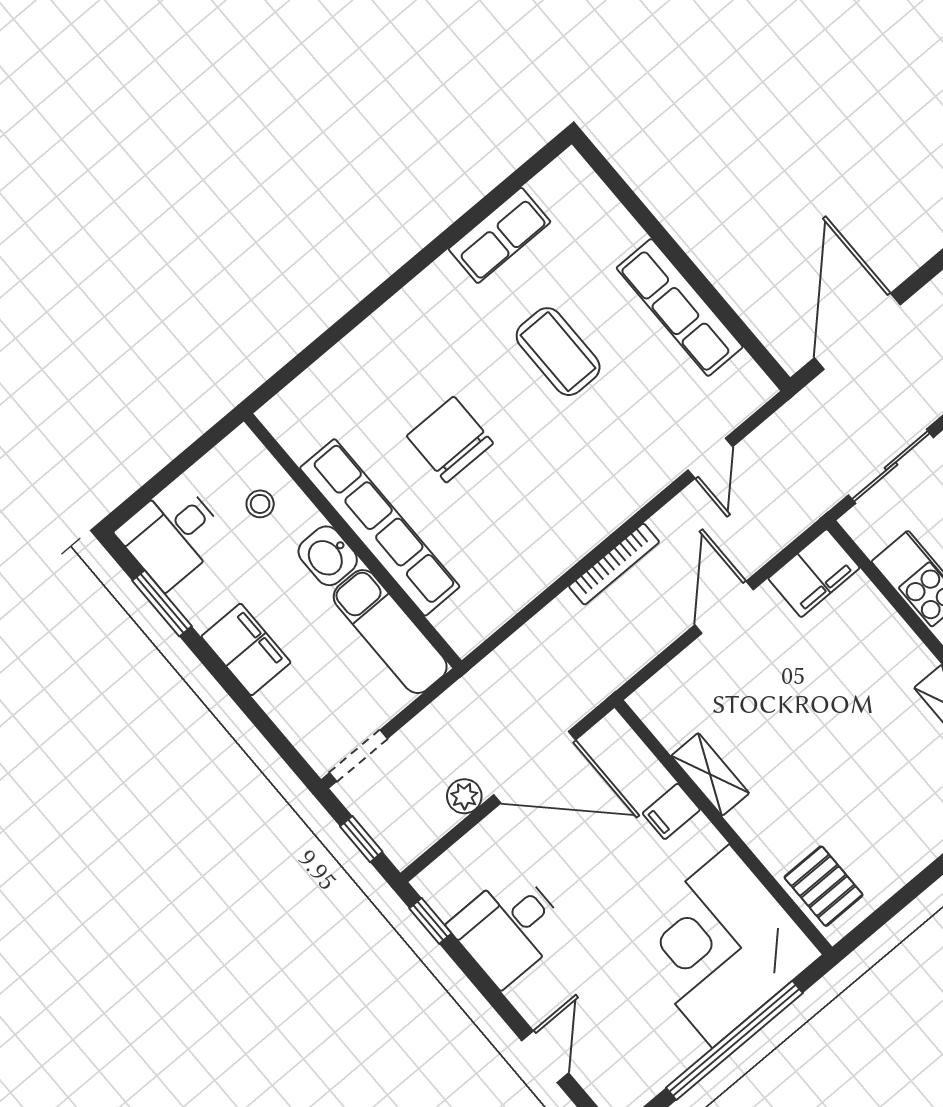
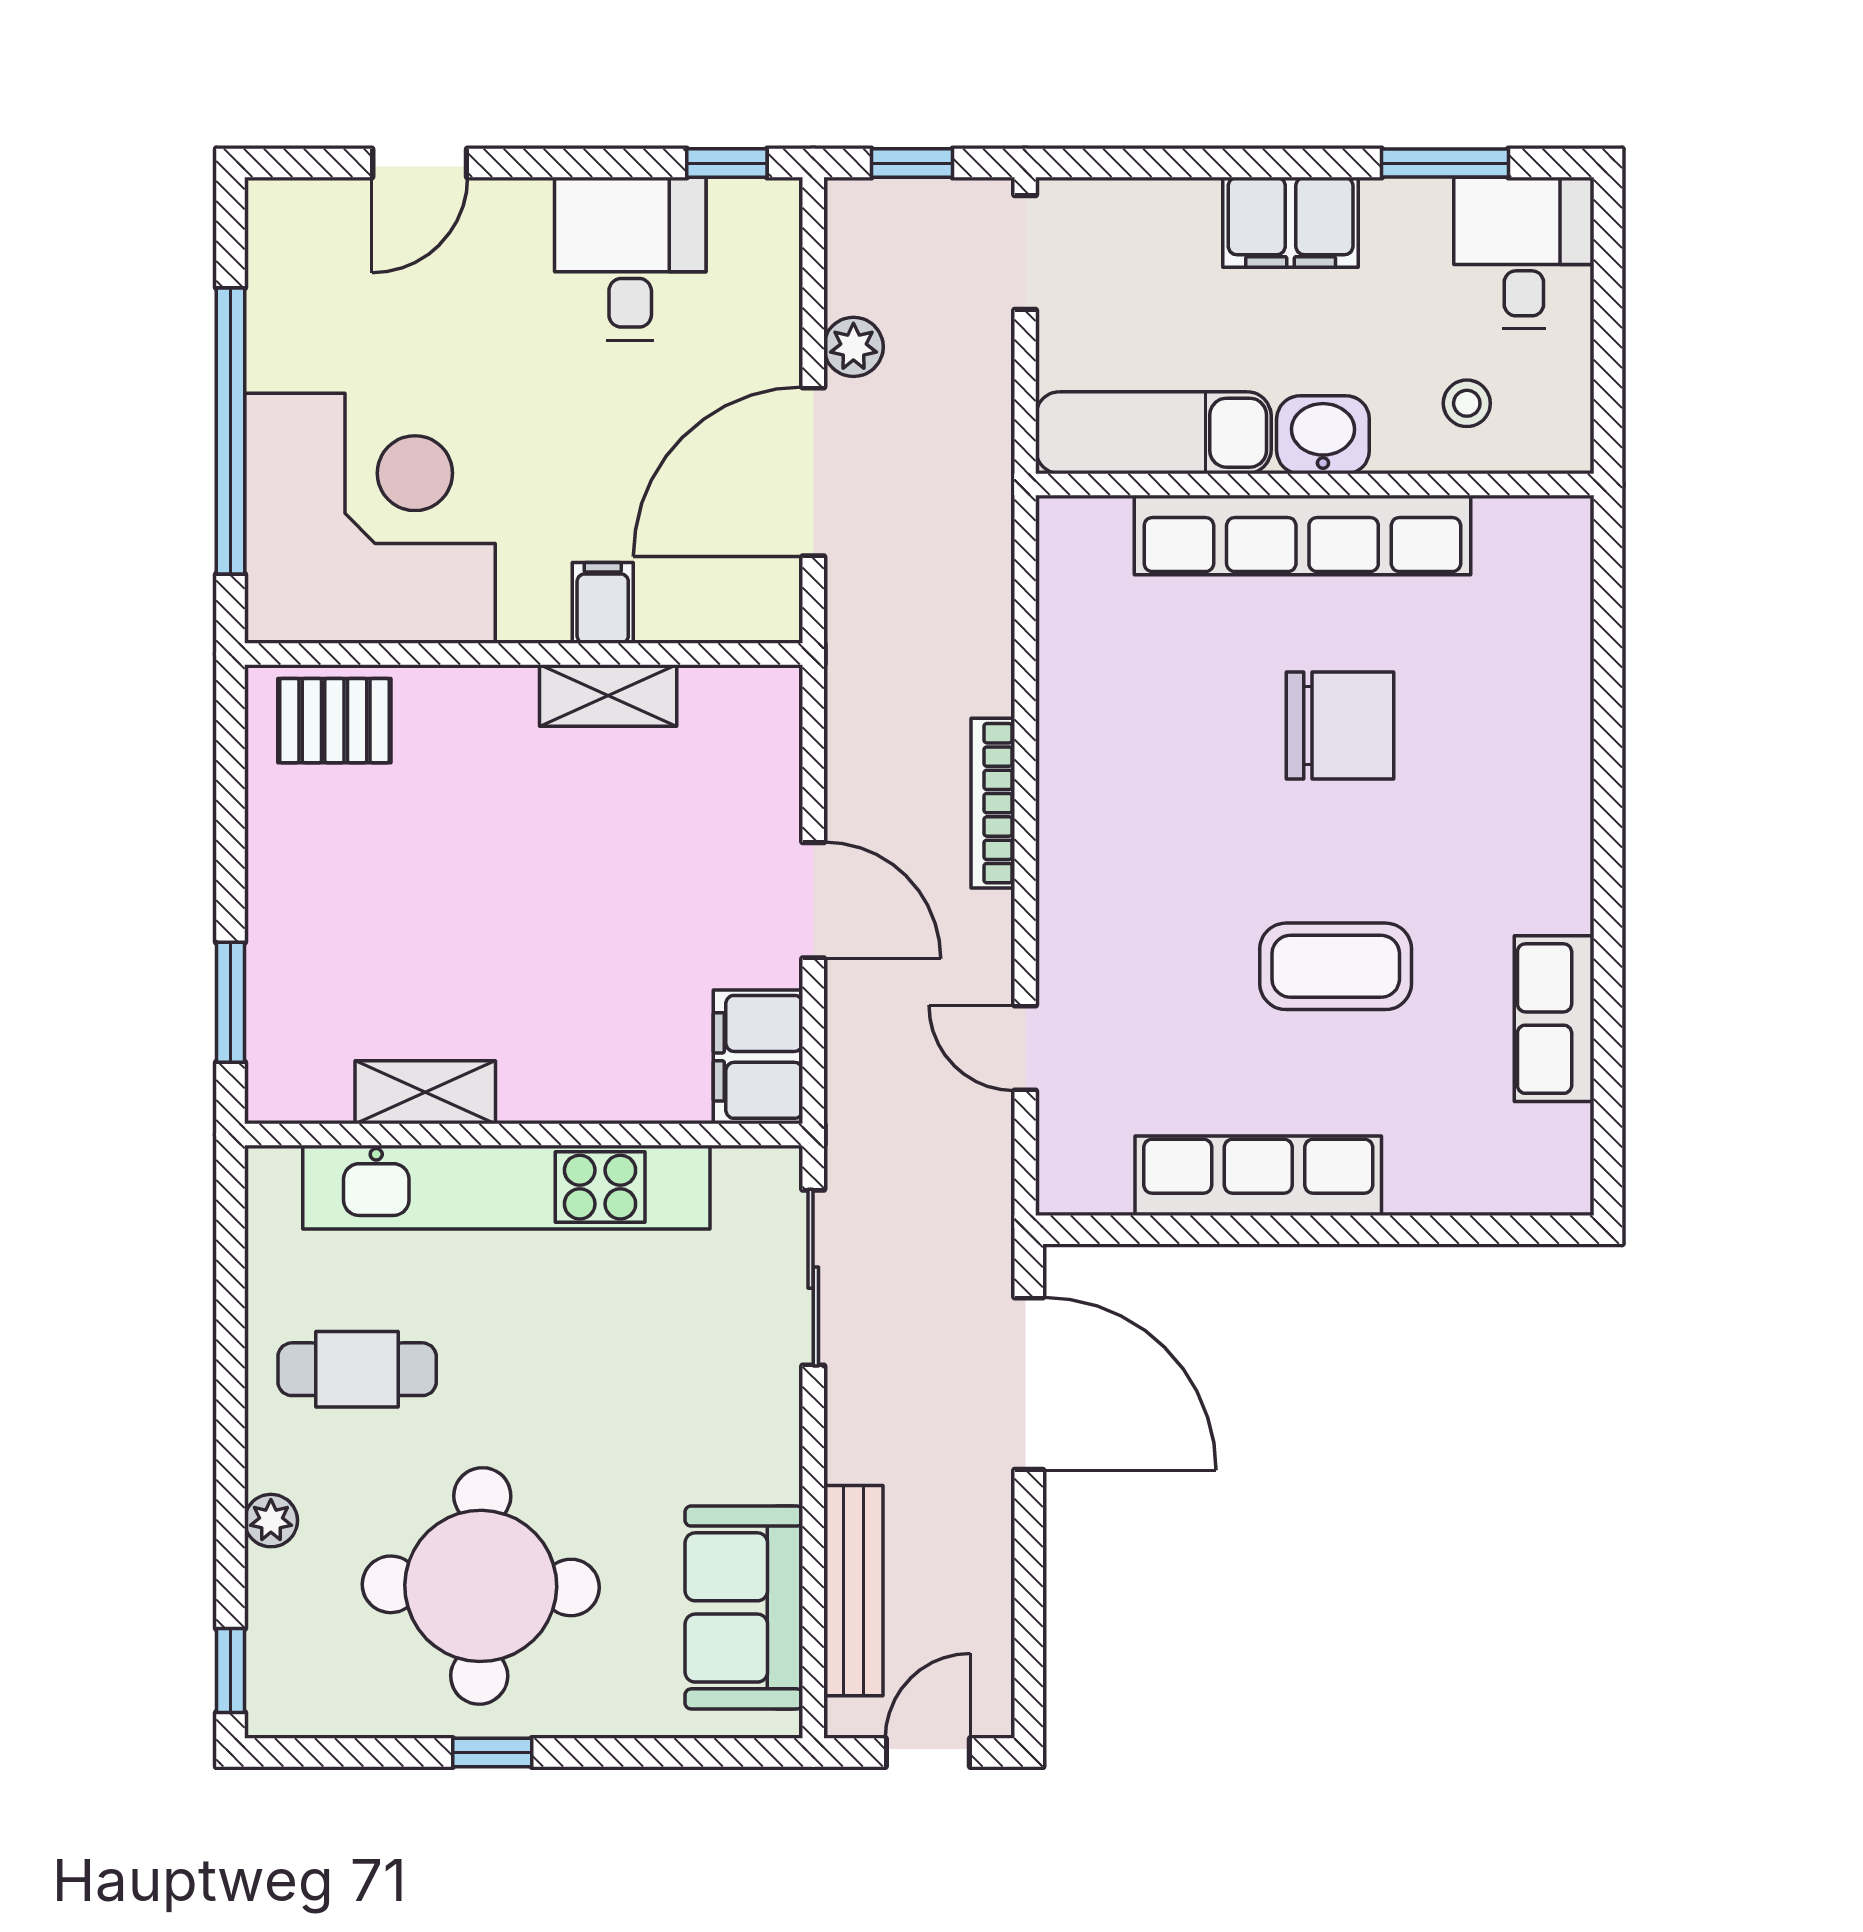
door: (545, 1057) -> (420, 163), hinge flipped

